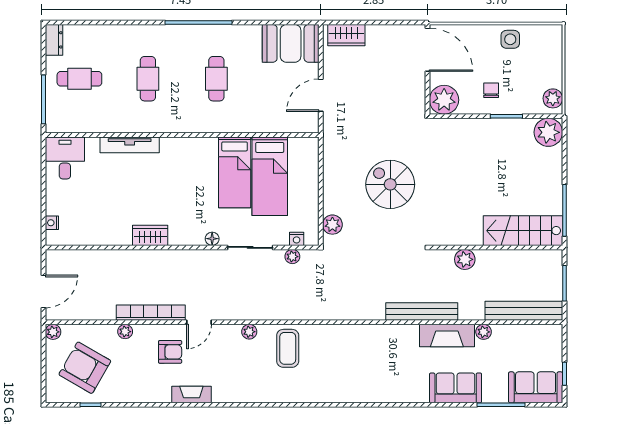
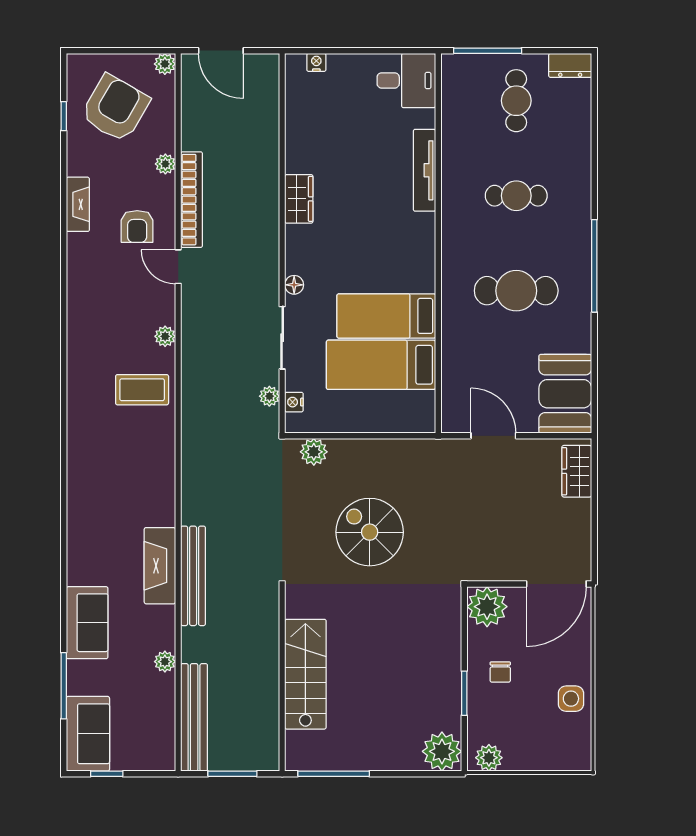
cafe table: (216, 79) -> (516, 291), width x1.37, depth x1.35
chair: (491, 90) -> (500, 672), turned 90
spiral stairs: (390, 184) -> (370, 532), turned -90
stairs: (523, 231) -> (305, 674), moved
plant: (465, 259) -> (265, 636), removed
fireplace: (447, 335) -> (160, 566), moved
fireplace: (191, 395) -> (78, 204), moved

